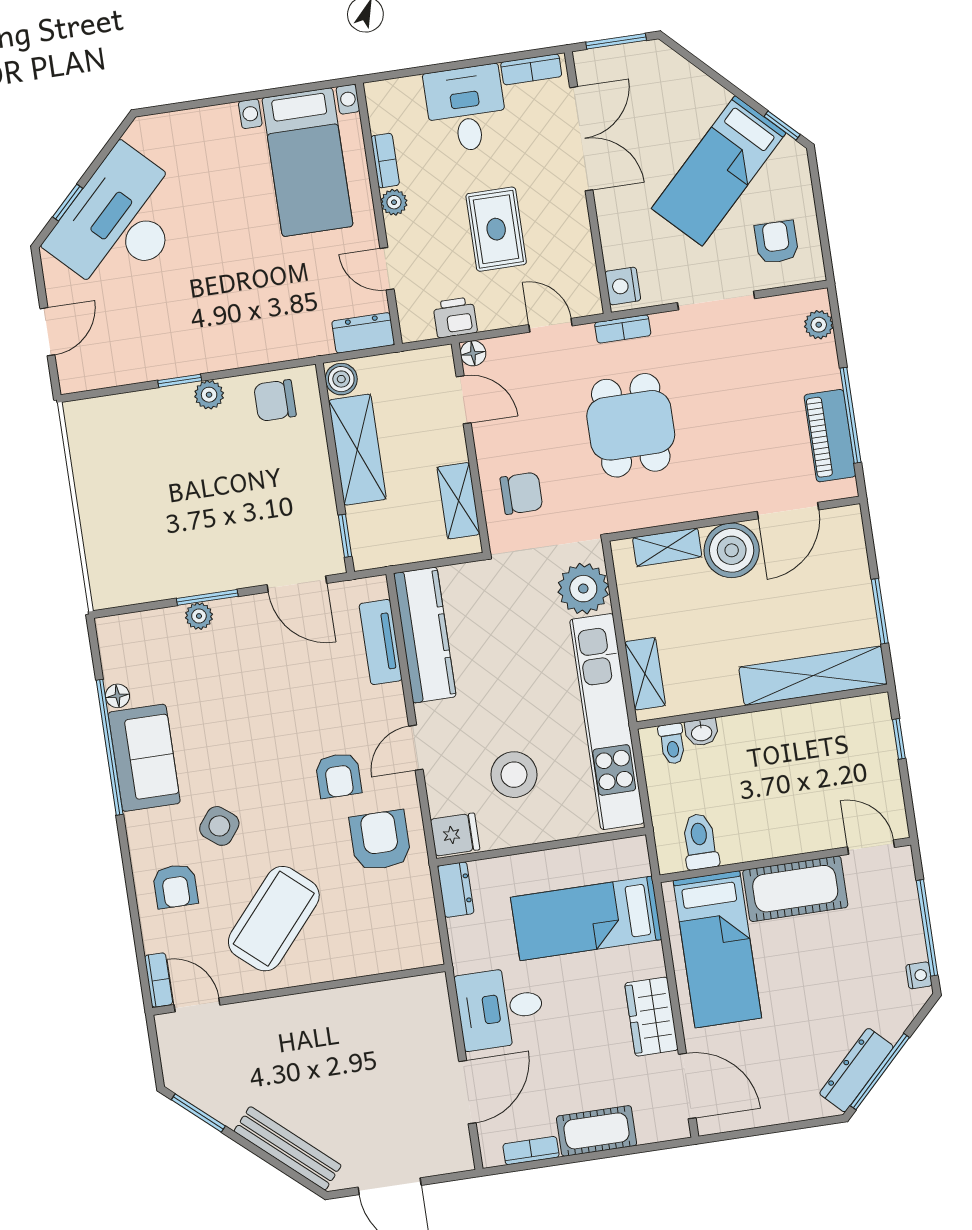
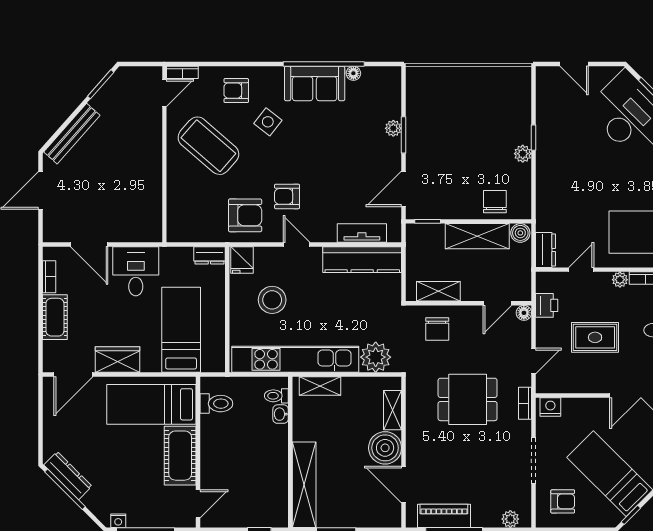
chair: (275, 400) -> (495, 202), moved

